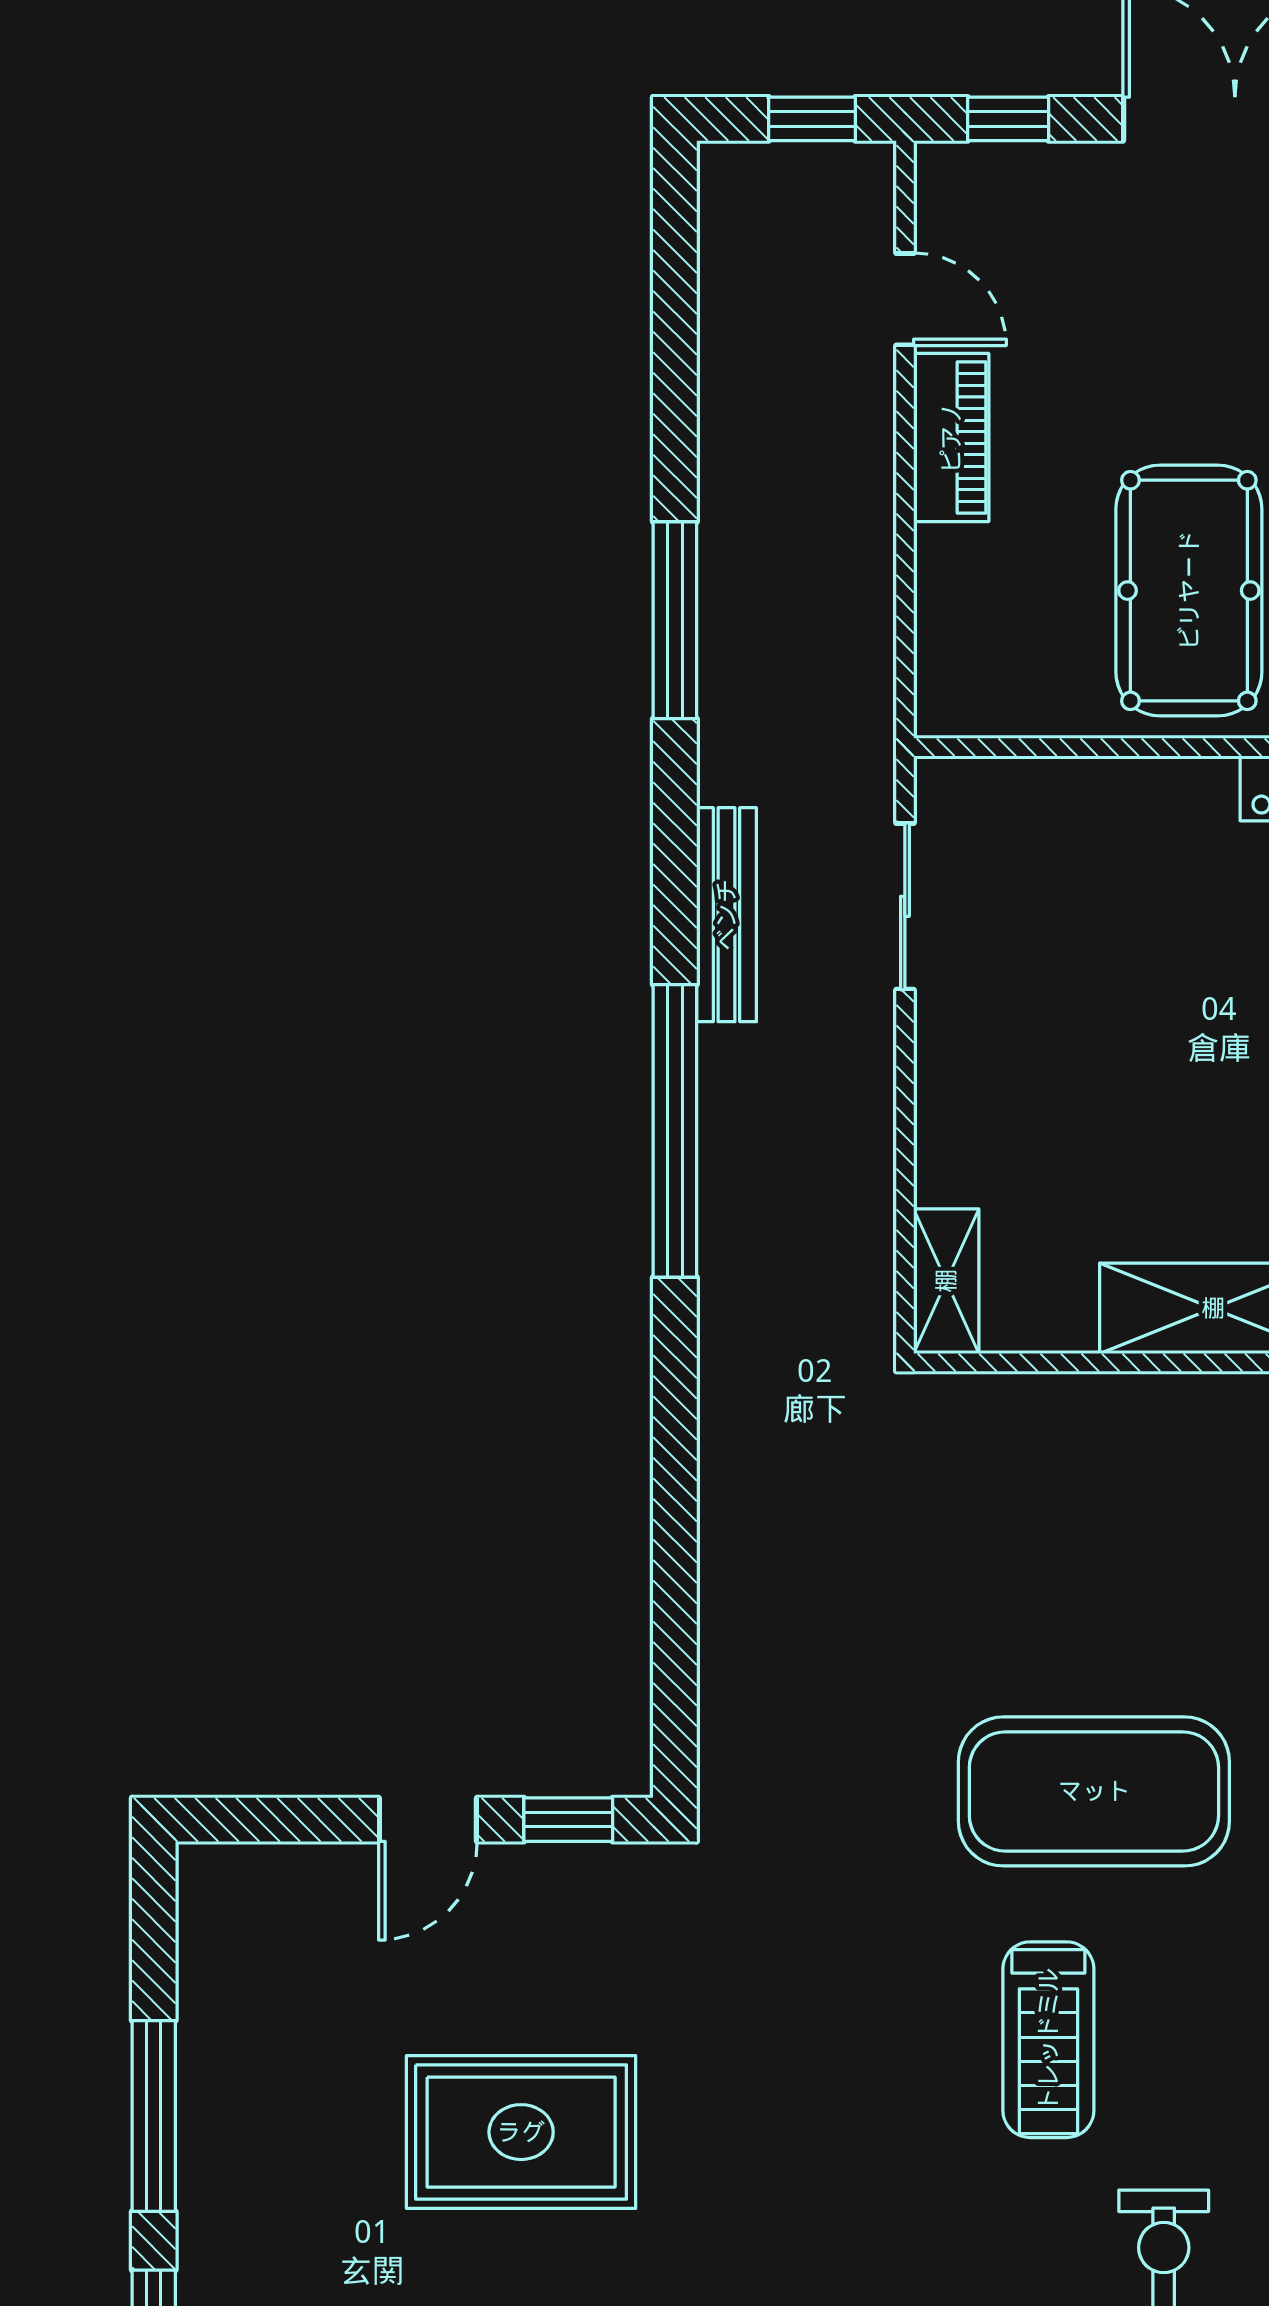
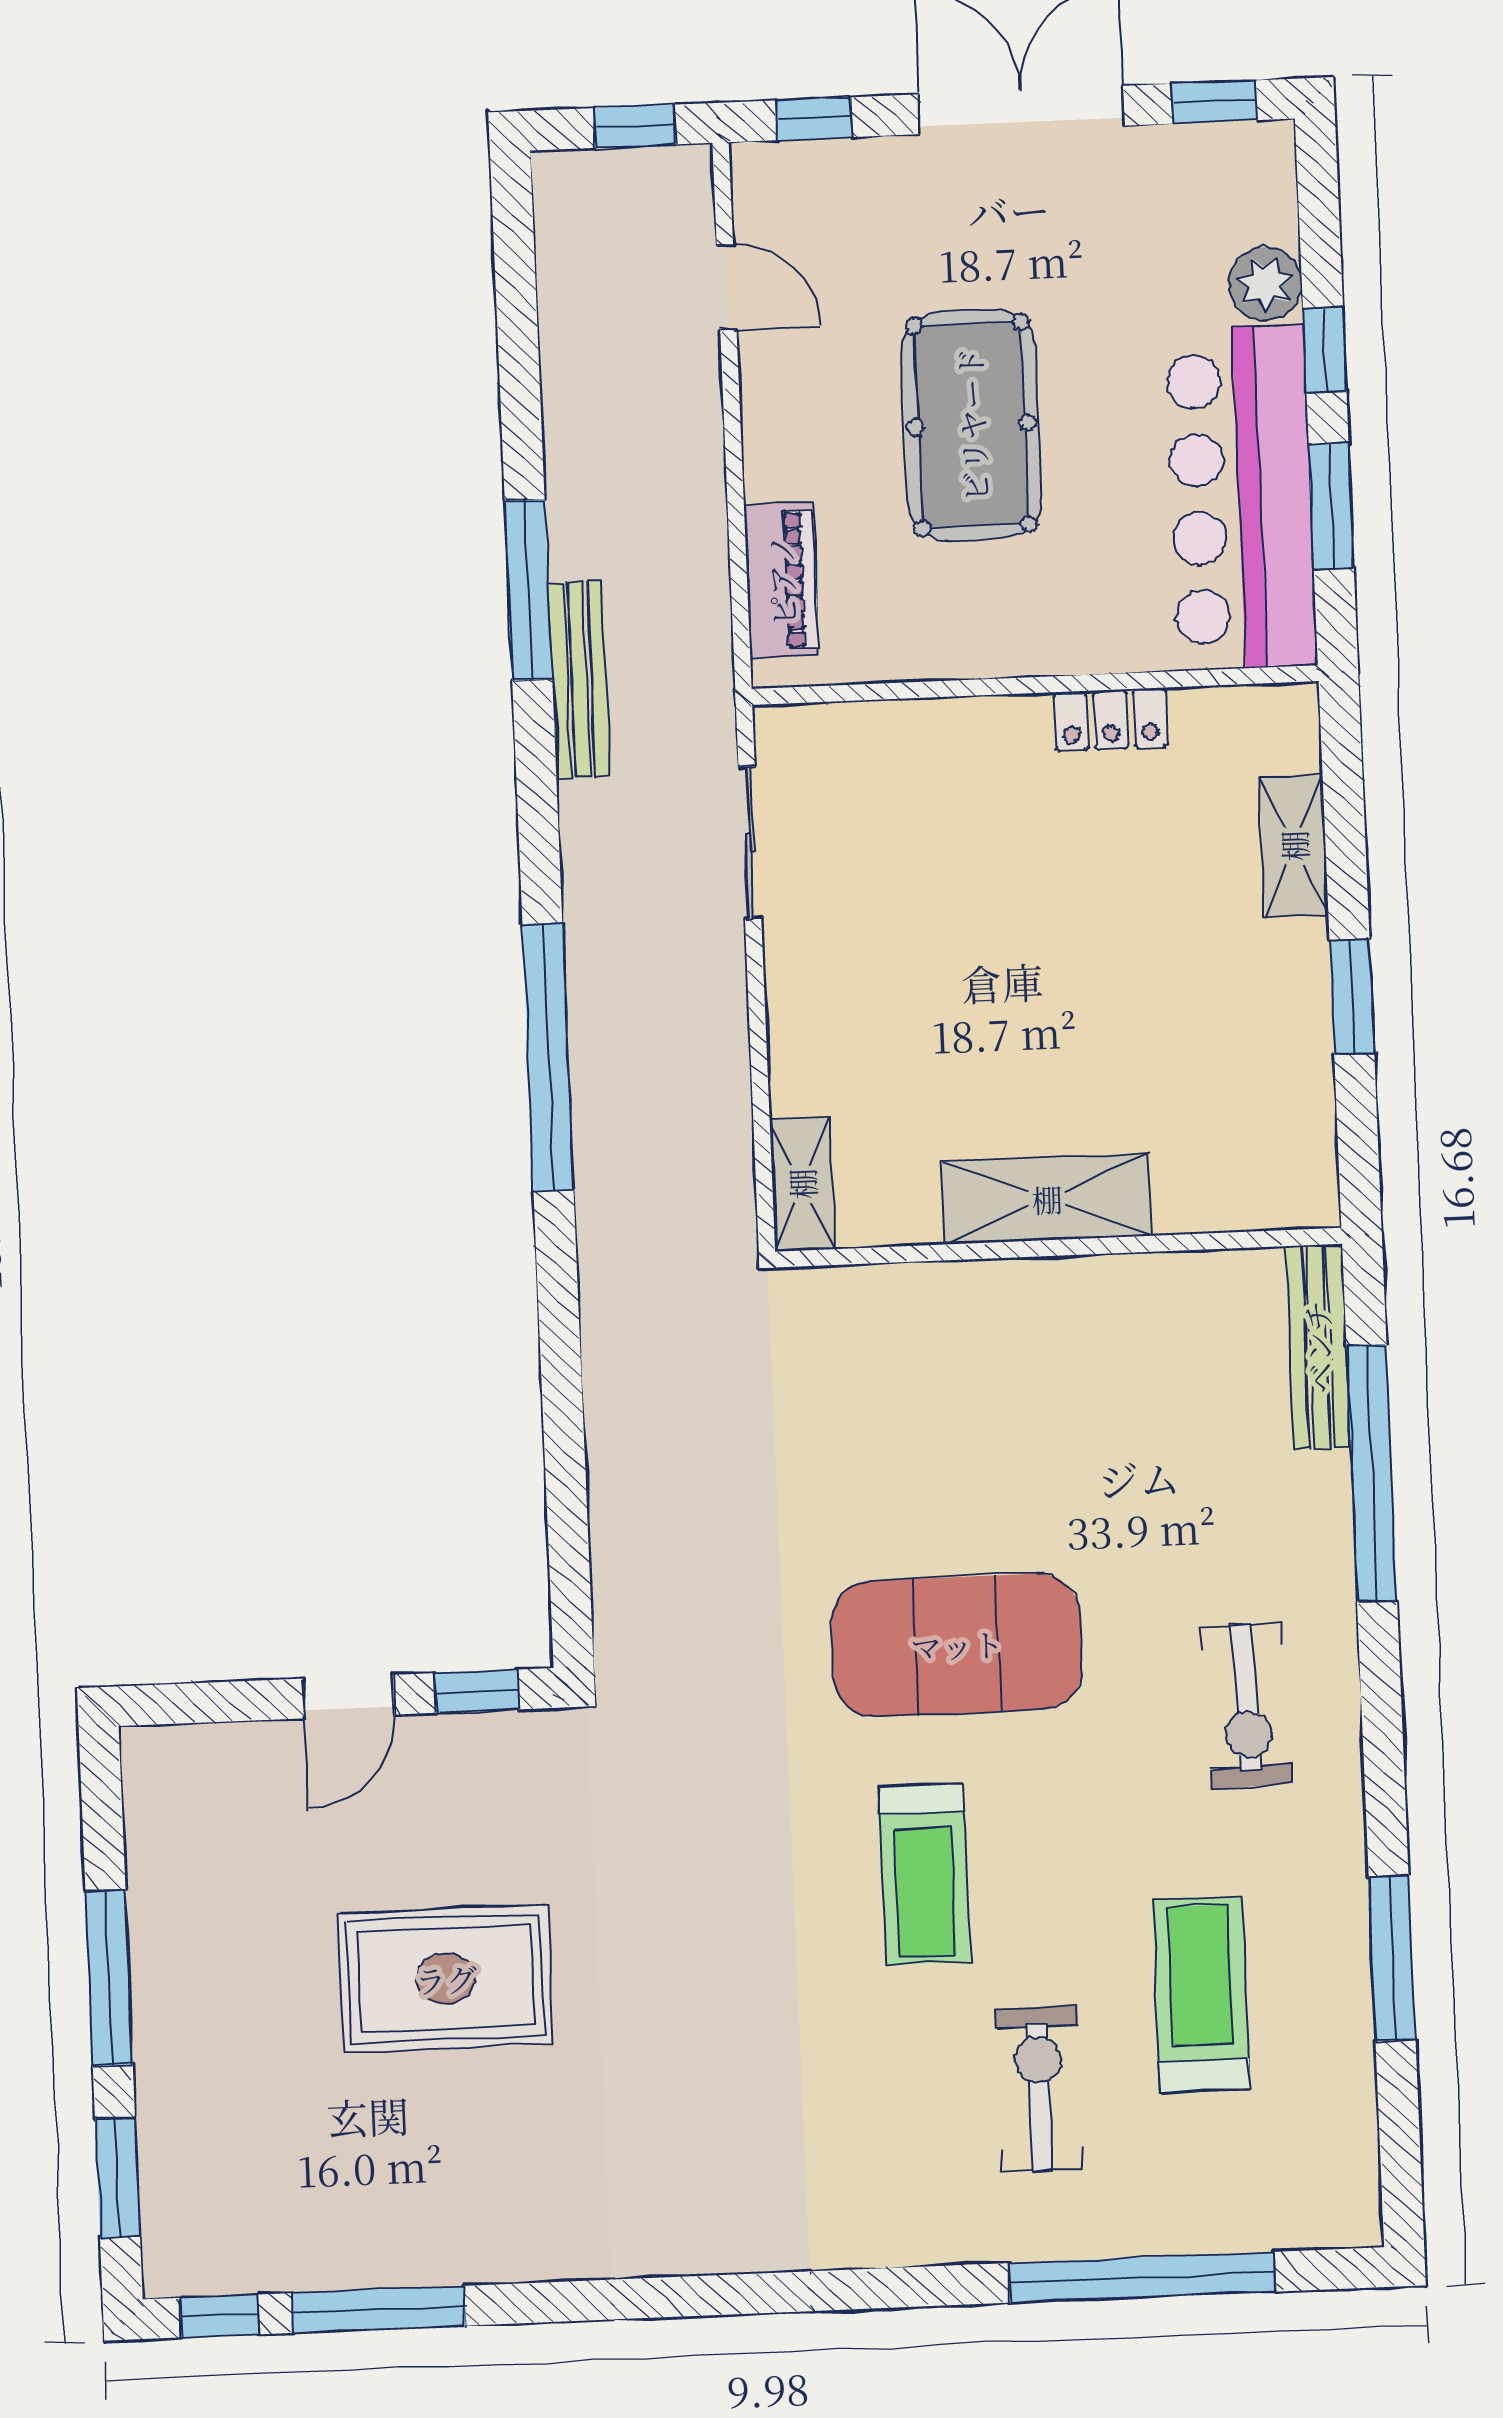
piano: (951, 438) -> (781, 580), moved
pool table: (1189, 591) -> (972, 425), moved
bench: (726, 915) -> (580, 680), moved

